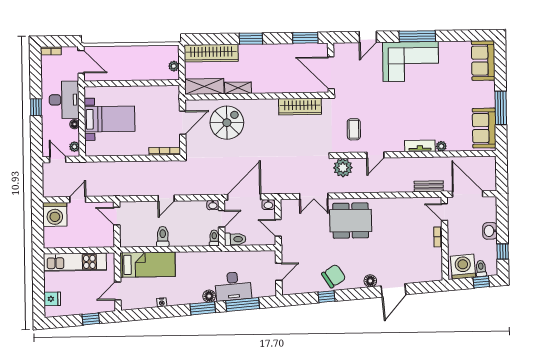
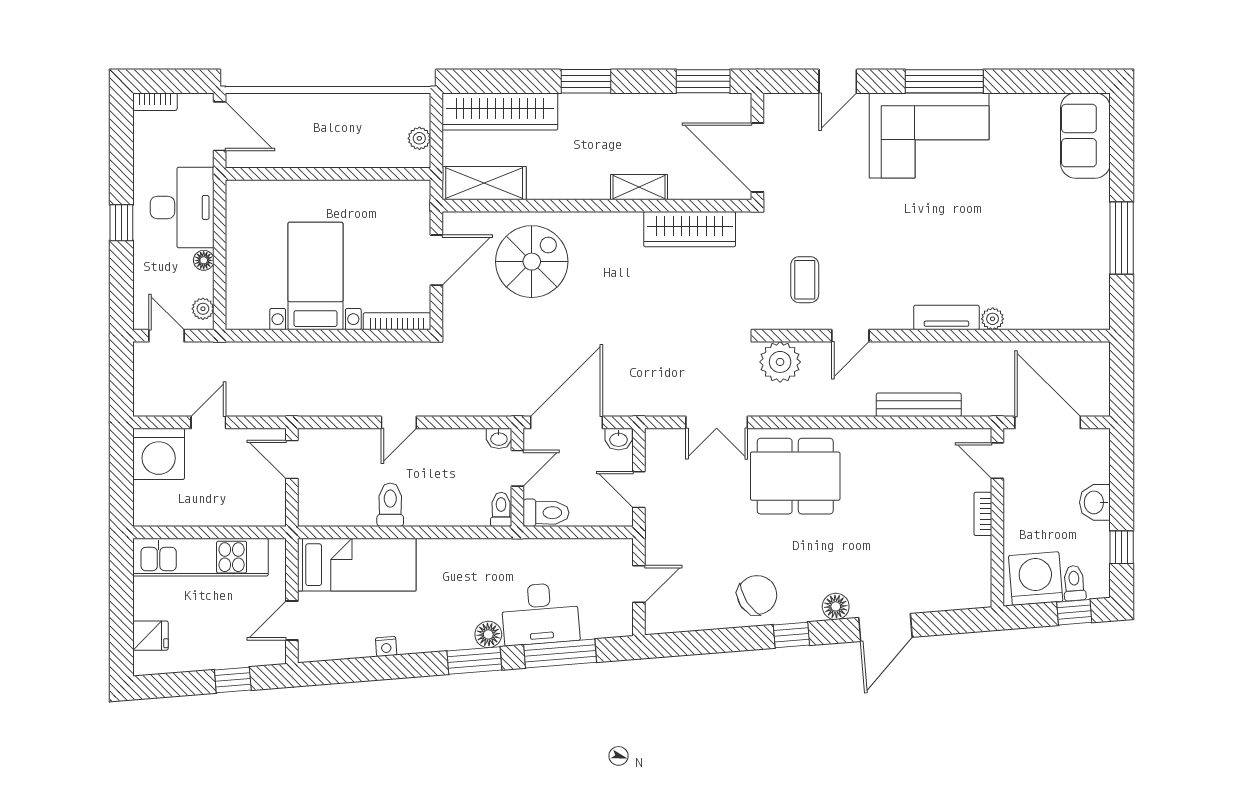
shelving: (238, 88) -> (639, 187), moved
bed with nightstands: (110, 119) -> (315, 276), moved, turned -90
sofa: (484, 128) -> (1085, 281), removed
bench: (429, 186) -> (919, 405), moved, width x1.36
window: (326, 297) -> (791, 635), moved

